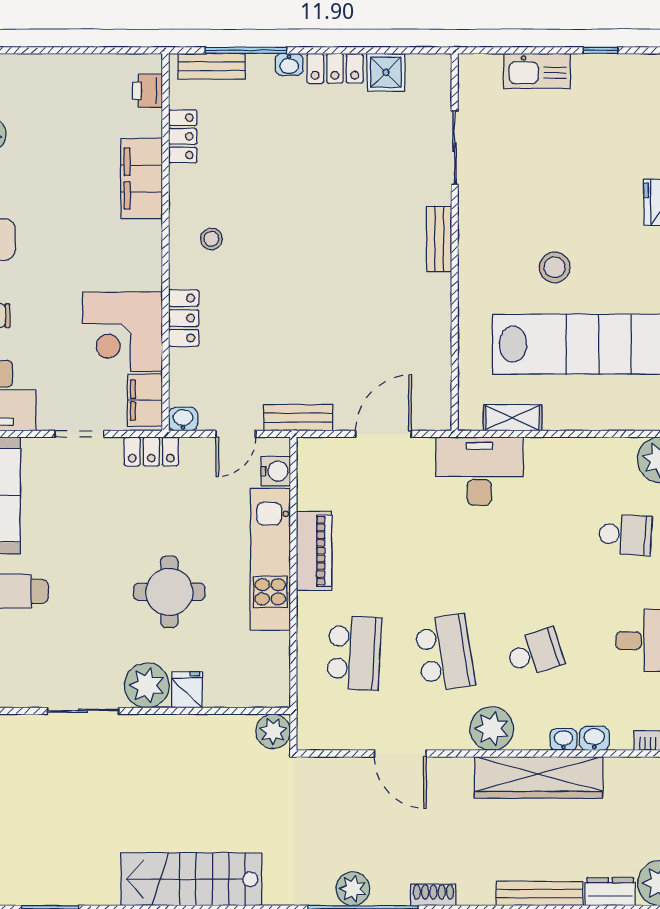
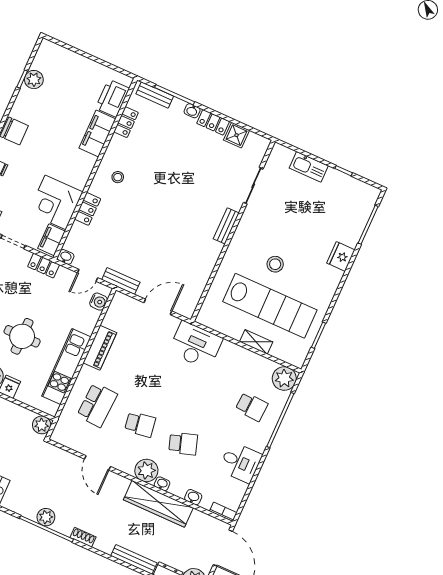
printer: (147, 91) -> (112, 98), width x1.87, depth x1.48
shelving: (513, 418) -> (256, 342), moved
kitchen unit: (270, 559) -> (66, 367), moved
school desk: (445, 653) -> (140, 424), width x0.54
washbasin: (564, 740) -> (162, 484), moved

